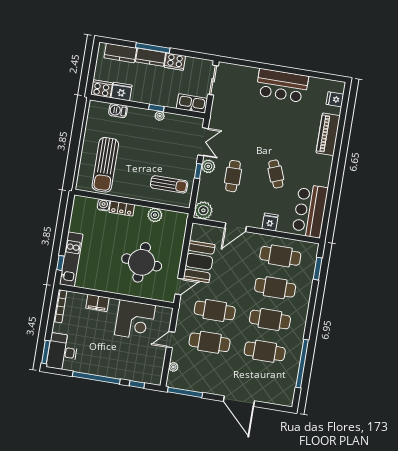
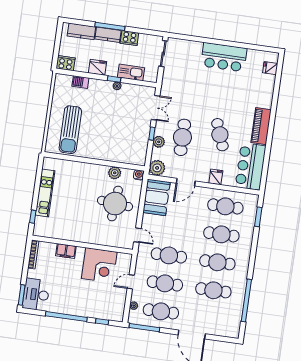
fridge: (122, 92) -> (98, 67), moved
kitchen sink: (192, 103) -> (131, 72), moved
piano: (328, 134) -> (261, 126), moved
plant: (208, 166) -> (159, 142), moved
cafe table: (276, 174) -> (220, 135), width x1.37, depth x1.35
cafe table: (233, 176) -> (182, 137), width x1.37, depth x1.35
sun lounger: (169, 184) -> (127, 146), removed
water cooler: (103, 205) -> (139, 175), moved
locker: (122, 208) -> (86, 168), removed
kitchen unit: (71, 259) -> (45, 193), moved
round table: (142, 262) -> (115, 204), moved
booth: (199, 262) -> (156, 197), moved
door: (179, 286) -> (137, 235), hinge flipped
cafe table: (204, 374) -> (161, 311), added

